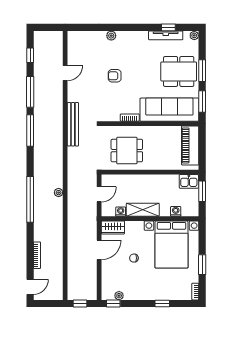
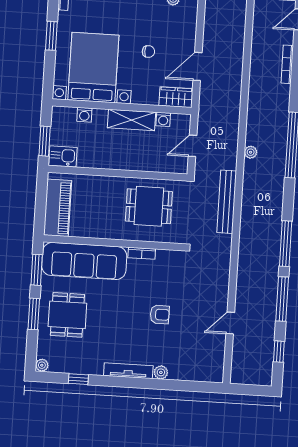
tv unit: (166, 35) -> (128, 371), moved
dining table: (179, 71) -> (67, 315), width x0.73
bench: (73, 124) -> (227, 202), moved

